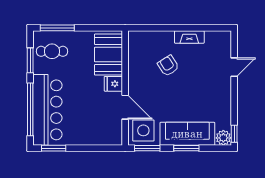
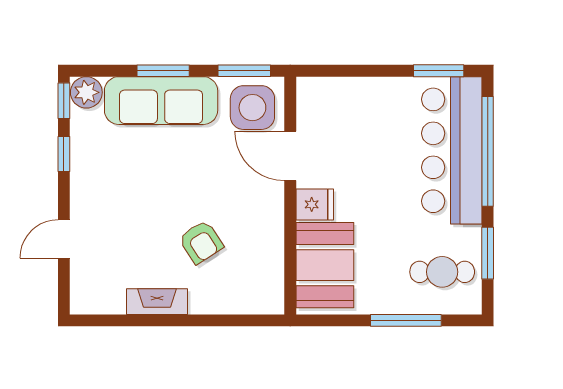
window: (57, 28) -> (406, 320), moved
window: (234, 108) -> (64, 154), added

